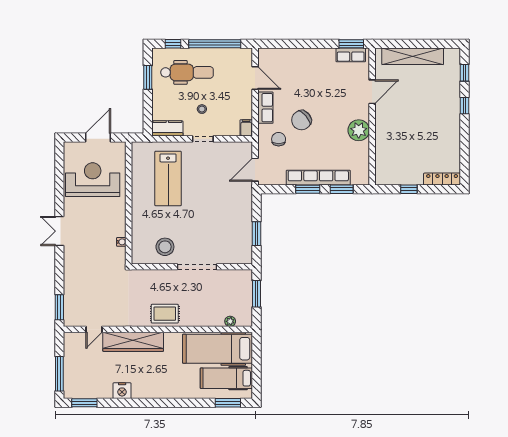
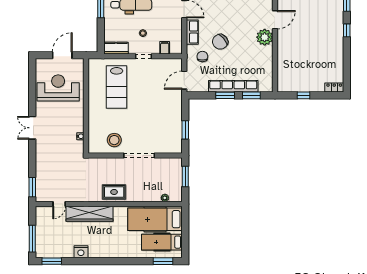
filing cabinet: (246, 128) -> (165, 48), moved
plant: (359, 130) -> (265, 37), moved
locker: (442, 179) -> (334, 87), width x0.66

